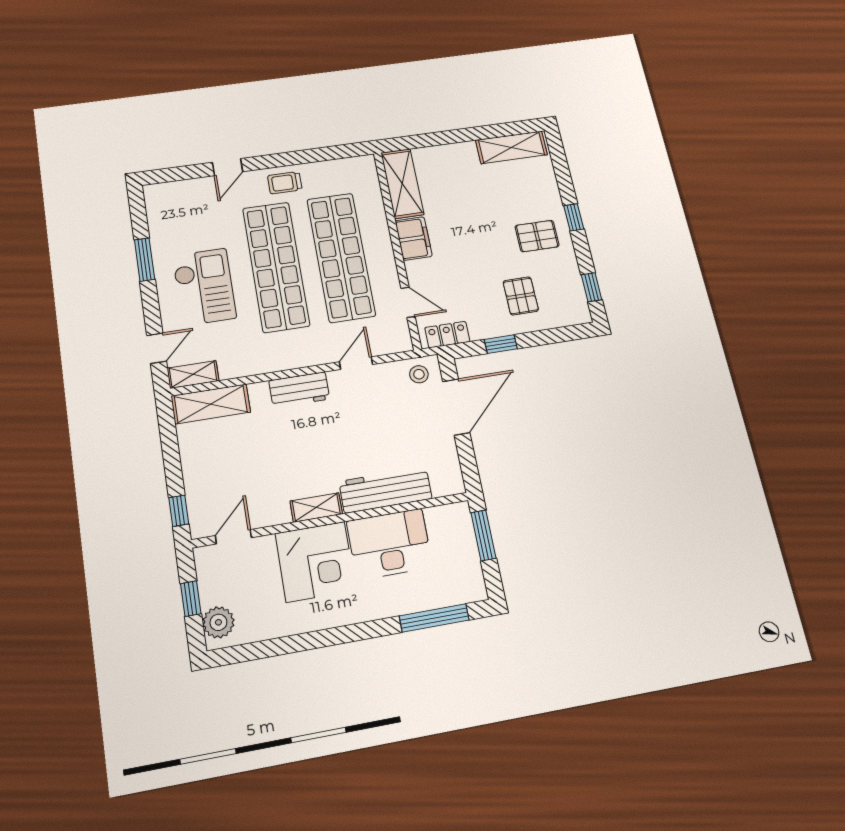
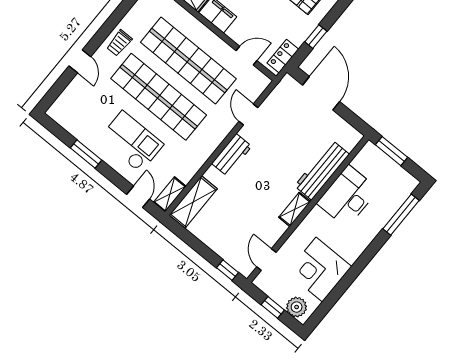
stool: (419, 374) -> (287, 92), removed
corner desk: (315, 562) -> (319, 269), moved, turned 180

